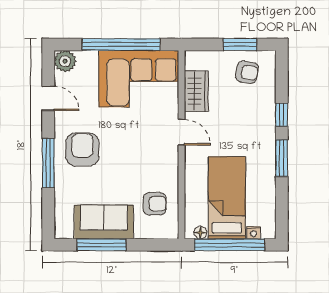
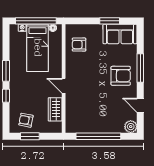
corner sofa: (139, 79) -> (88, 116), removed
armchair: (82, 149) -> (121, 76), turned -90
sofa: (104, 222) -> (120, 34), moved
window: (102, 245) -> (110, 21), width x0.69

